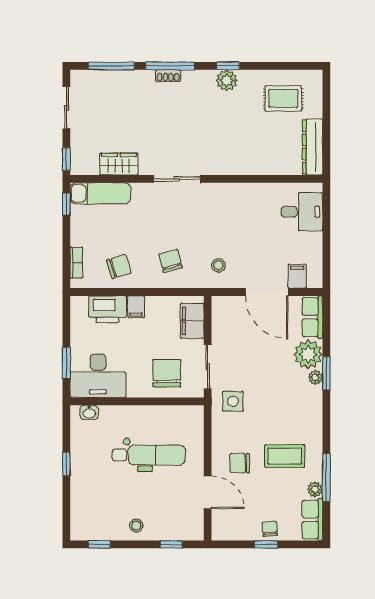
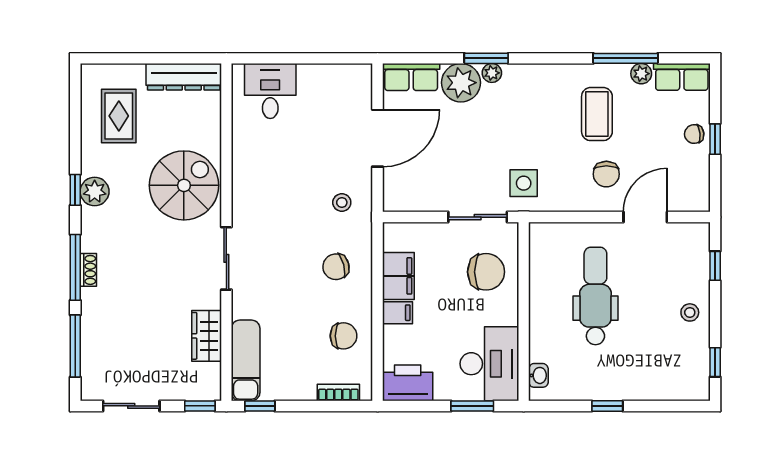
spiral stairs: (231, 147) -> (184, 185), added
chair: (119, 267) -> (344, 336), turned 107
filing cabinet: (297, 276) -> (356, 97), removed
printer: (108, 309) -> (408, 383), moved, turned -90
filing cabinet: (192, 321) -> (398, 276), moved, turned -90
chair: (167, 373) -> (486, 272), turned 180

